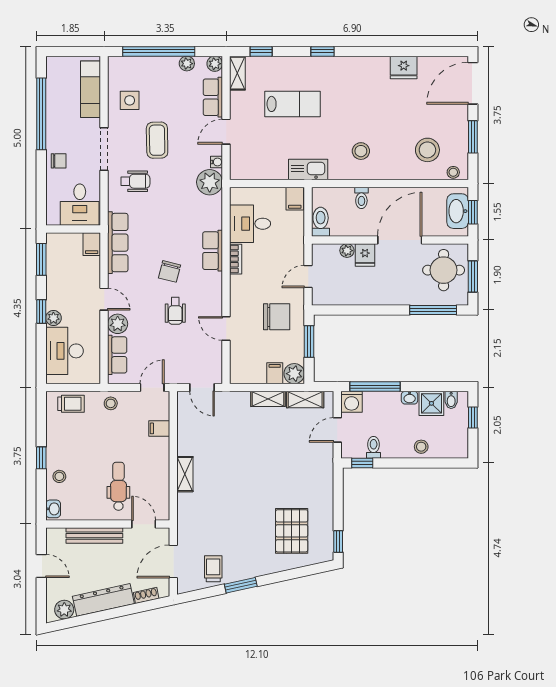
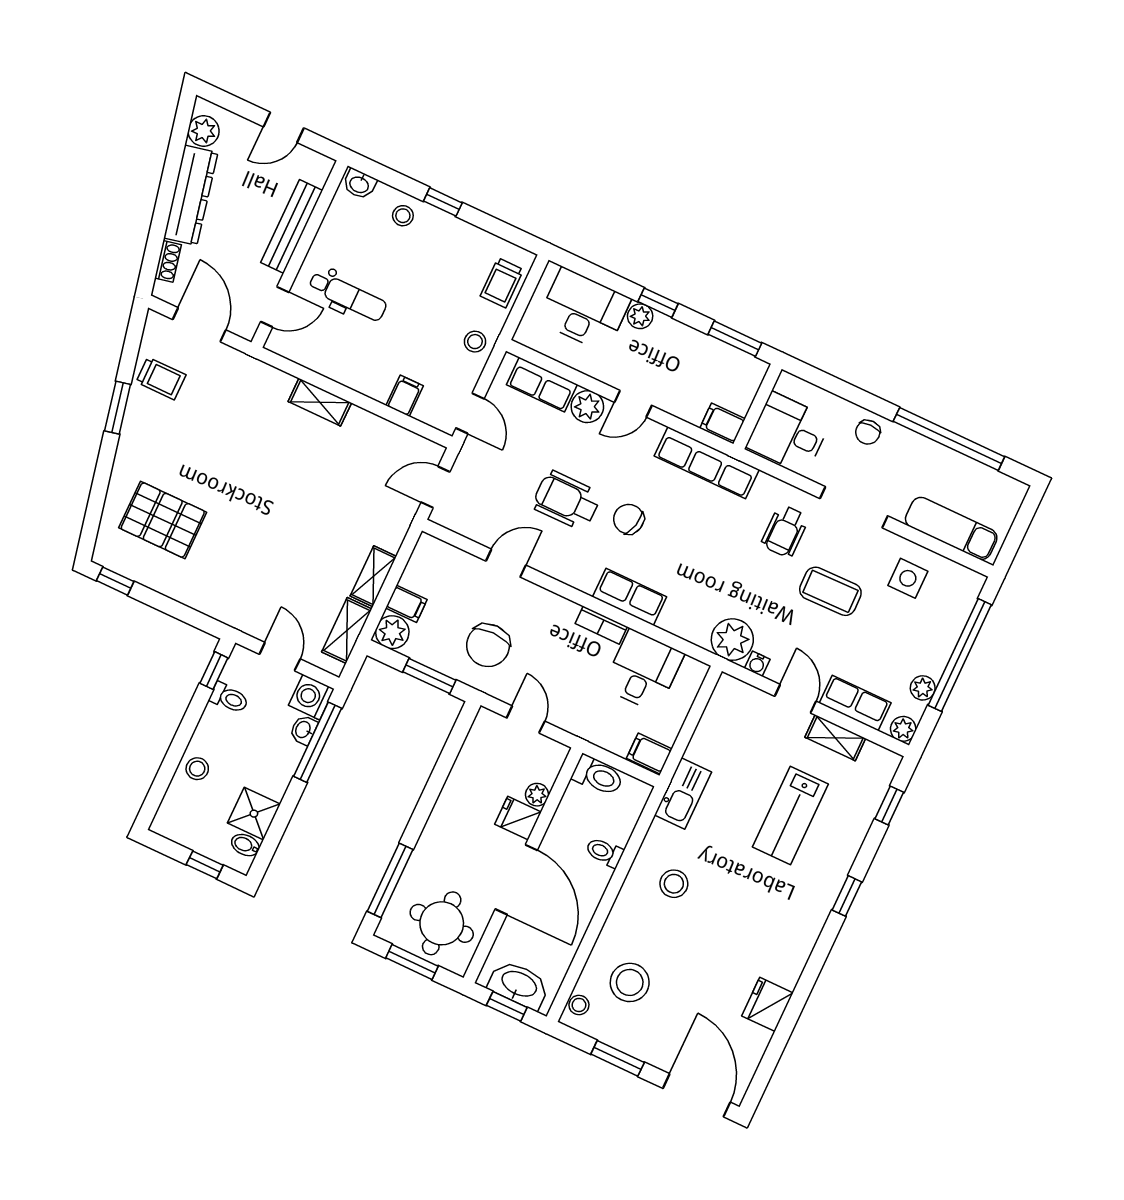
shelving: (237, 73) -> (835, 738), moved
wheelchair: (175, 311) -> (567, 500), width x1.36, depth x1.37
washbasin: (410, 398) -> (303, 730), moved

